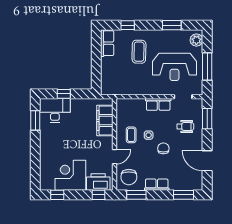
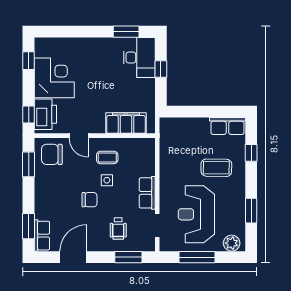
row of seats: (157, 185) -> (42, 236), moved

